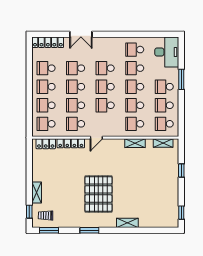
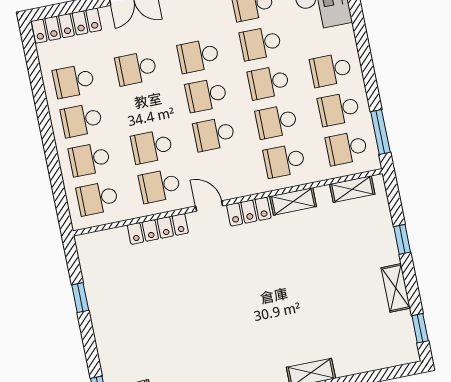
window: (181, 79) -> (380, 132), moved
school desk: (76, 87) -> (144, 108), removed
door: (96, 138) -> (209, 206), swing flipped
locker: (46, 144) -> (249, 212), moved
window: (29, 167) -> (80, 298), added
shelving: (37, 193) -> (396, 288), moved
pallet: (98, 194) -> (238, 324), removed

